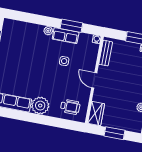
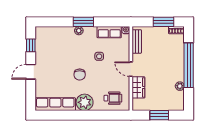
window: (71, 26) -> (83, 22), moved
row of seats: (66, 36) -> (109, 32), moved
chair: (40, 76) -> (80, 75), added
wardrobe: (96, 114) -> (138, 87), moved

